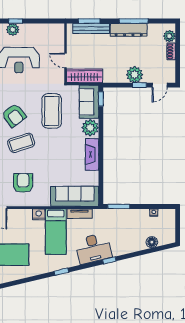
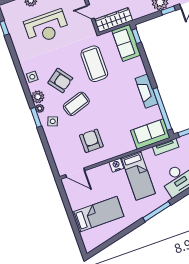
plant: (90, 128) -> (136, 67), removed
window: (101, 177) -> (162, 109), added
sofa: (75, 196) -> (150, 134), width x0.73
tv unit: (80, 214) -> (166, 147), moved
window: (61, 272) -> (157, 211), width x2.17

